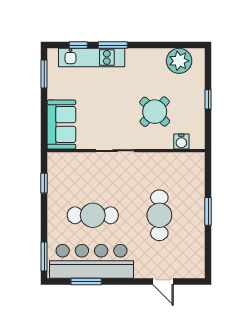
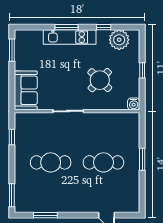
window: (78, 45) -> (104, 27), moved
kitchen unit: (92, 57) -> (70, 37), moved
water cooler: (181, 141) -> (134, 104), moved
cafe table: (159, 215) -> (103, 162), turned 90
bar counter: (92, 261) -> (50, 199), removed

